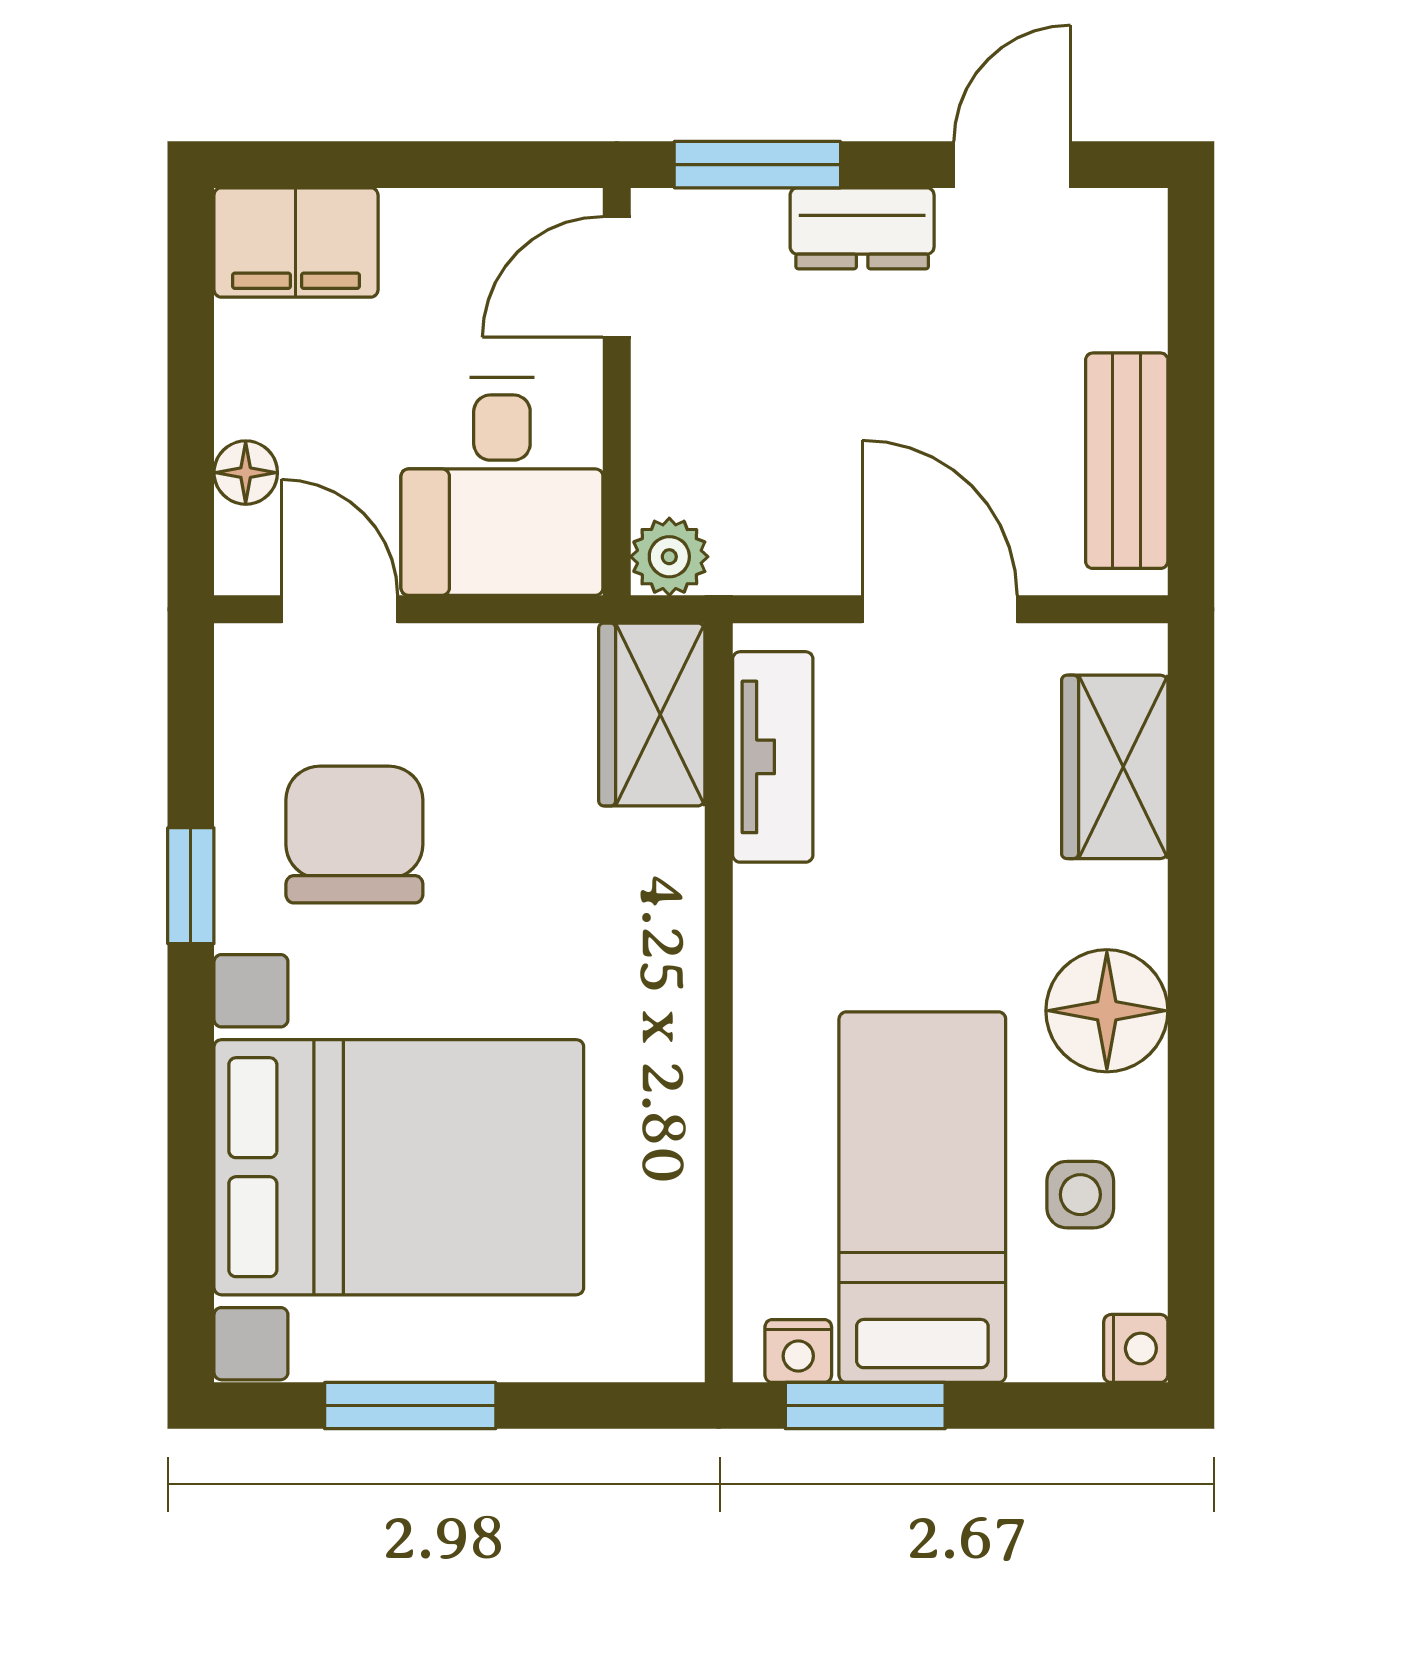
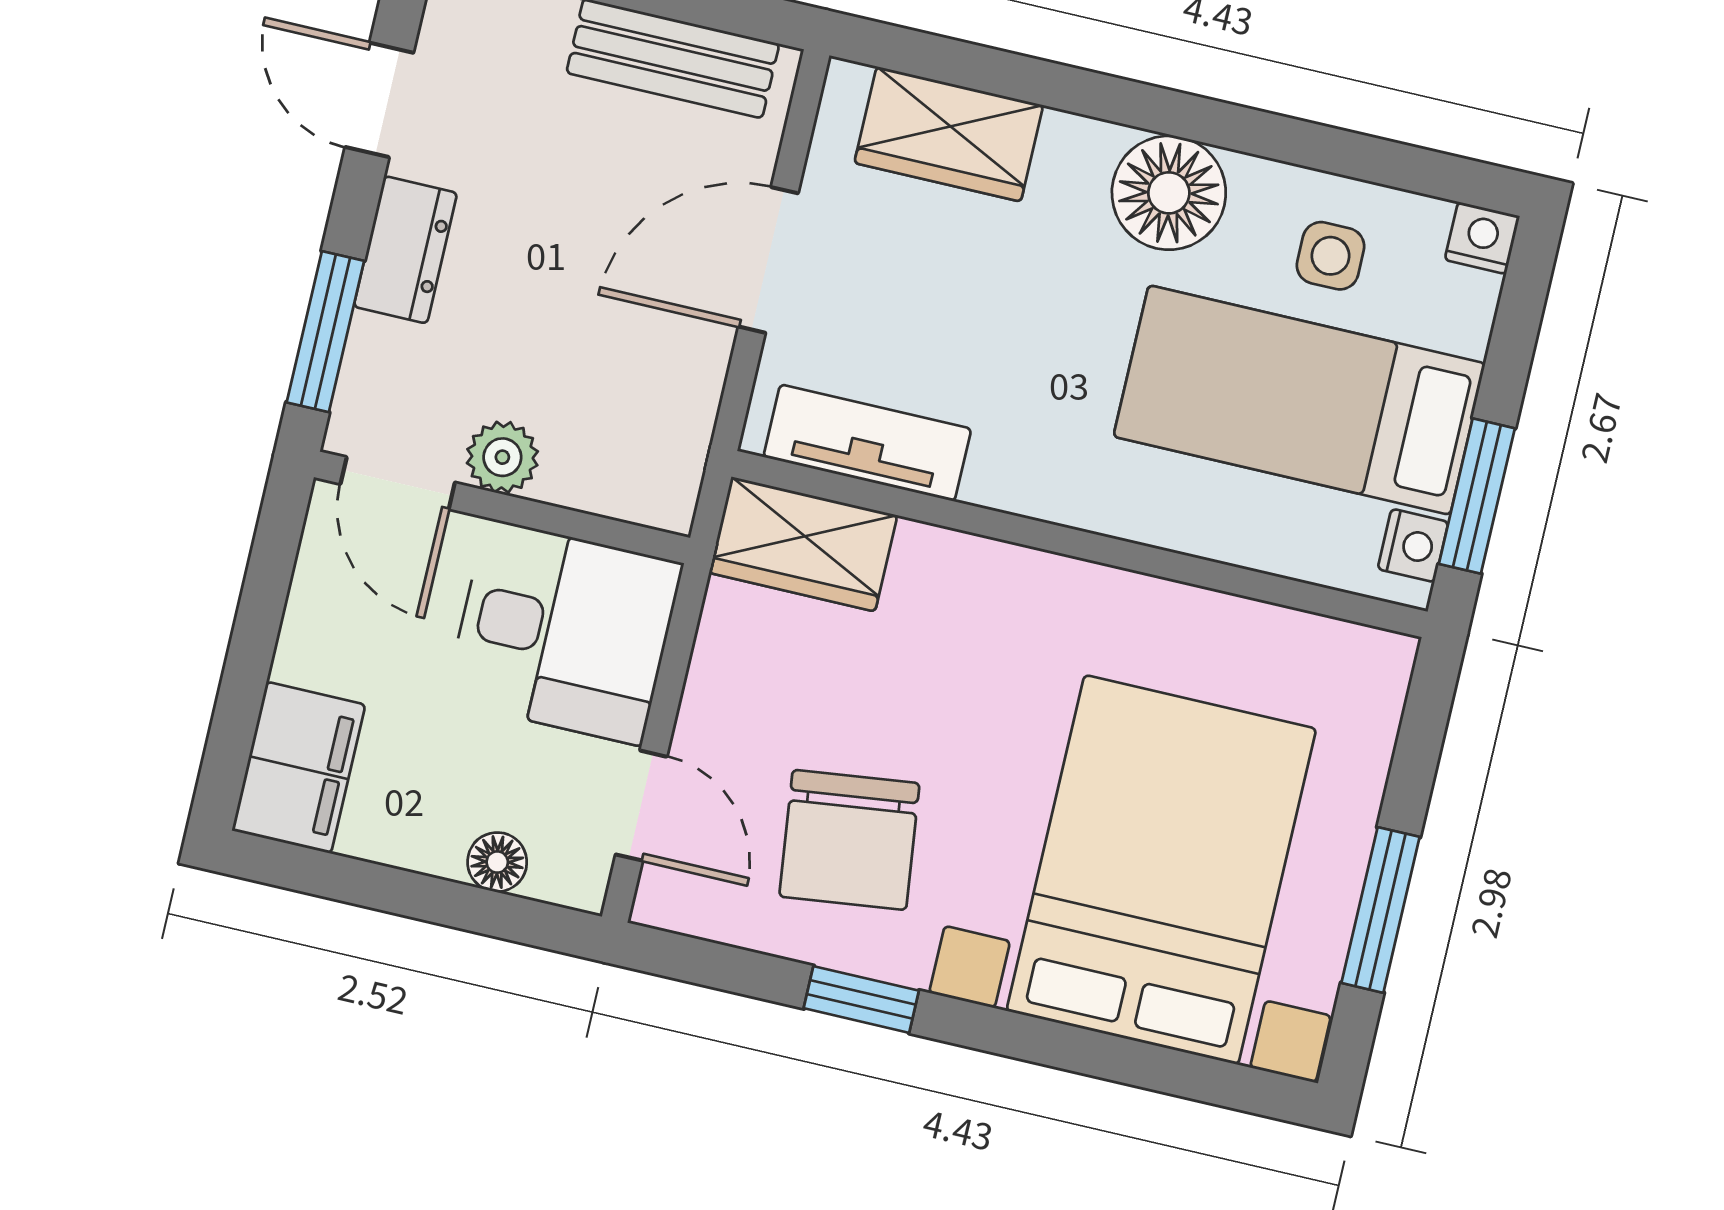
plant: (669, 557) -> (502, 457), moved
door: (340, 609) -> (641, 806), swing flipped
chair: (354, 835) -> (849, 840), turned -97

